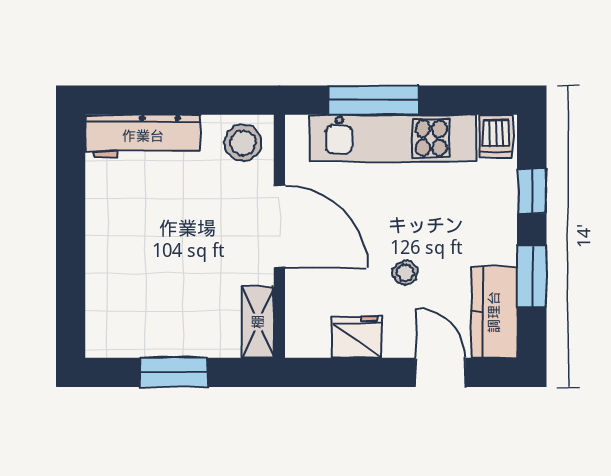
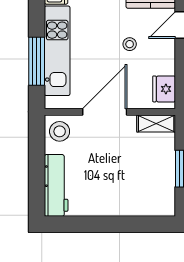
fridge: (357, 337) -> (164, 89), moved

